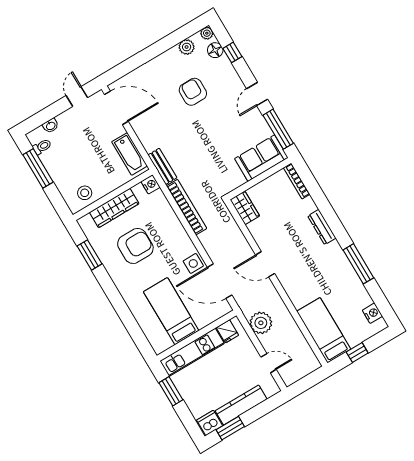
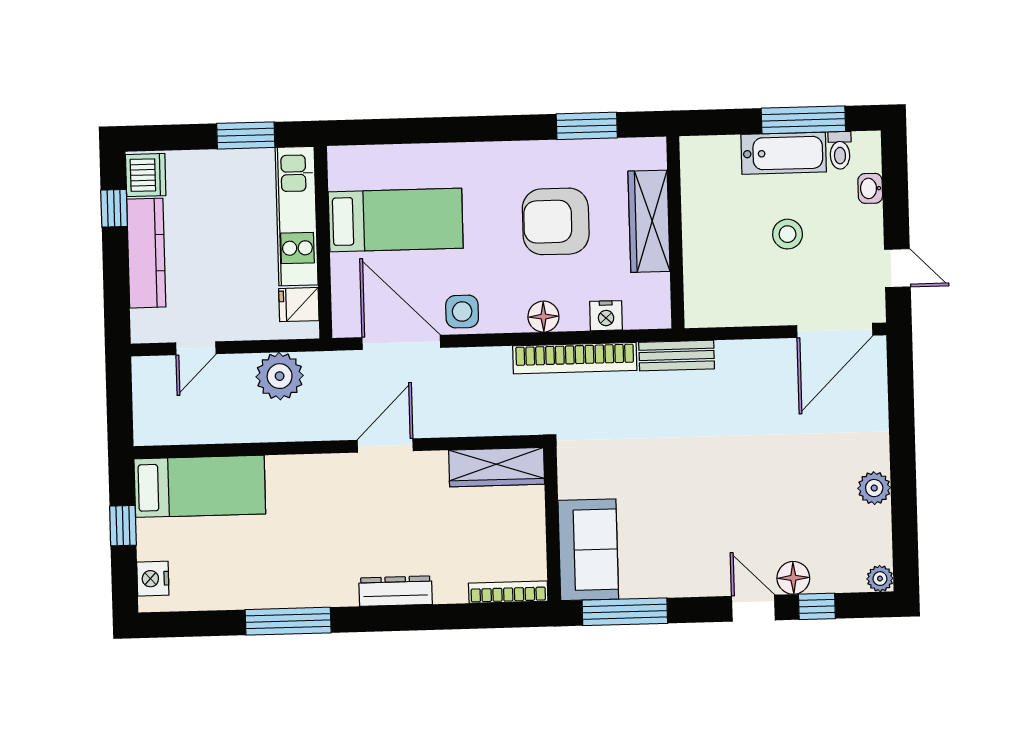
plant: (187, 47) -> (874, 488), moved
floor lamp: (215, 50) -> (793, 578), moved
armchair: (193, 92) -> (785, 491), removed
door: (257, 94) -> (753, 608), moved
bathtub: (130, 154) -> (784, 153), moved, turned 180
nightstand: (151, 184) -> (606, 316), moved
stool: (85, 193) -> (788, 234), moved
wardrobe: (245, 208) -> (497, 467), width x1.50
floor lamp: (177, 229) -> (543, 317), added
armchair: (135, 246) -> (556, 221), turned 90
door: (220, 281) -> (401, 342), hinge flipped
nightstand: (372, 313) -> (153, 579), moved, turned 90
window: (230, 428) -> (114, 208), width x0.67

